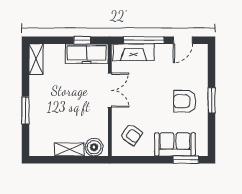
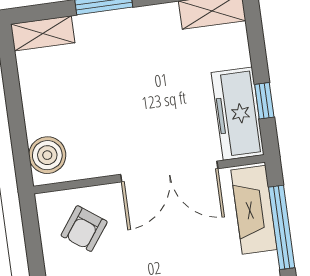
double door: (110, 90) -> (169, 171), width x1.37
shelving: (69, 149) -> (43, 33), moved, turned 90

